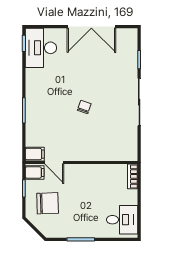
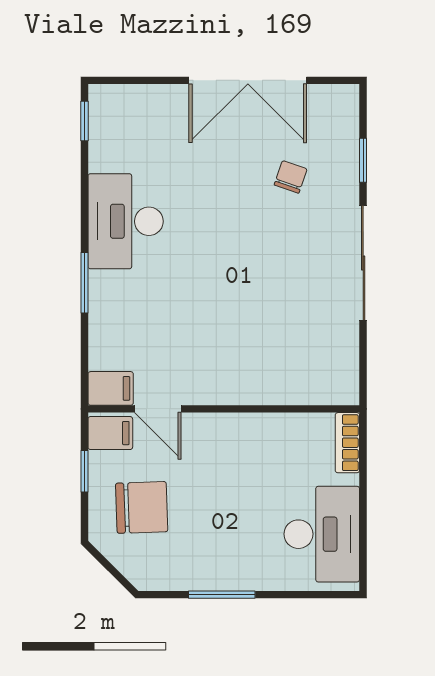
desk: (41, 48) -> (126, 221), moved
chair: (84, 107) -> (291, 177), moved
desk: (122, 220) -> (322, 534), width x1.37

